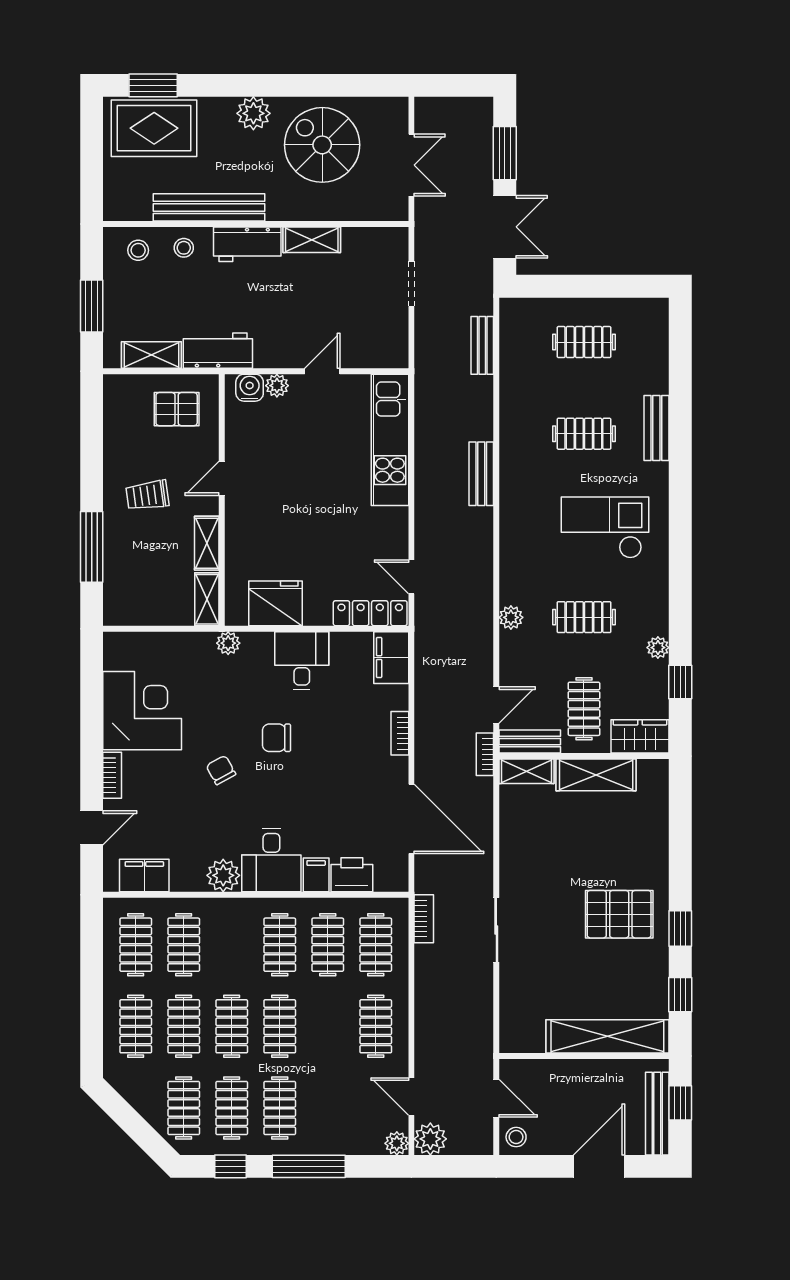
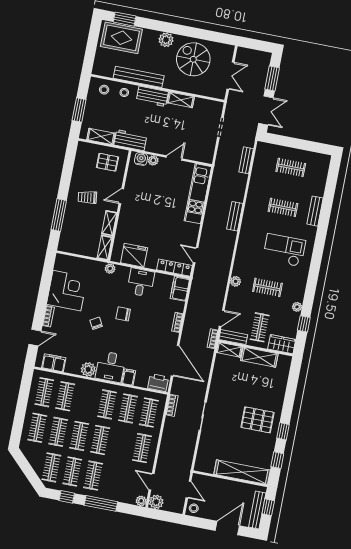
printer: (352, 875) -> (158, 383), moved

